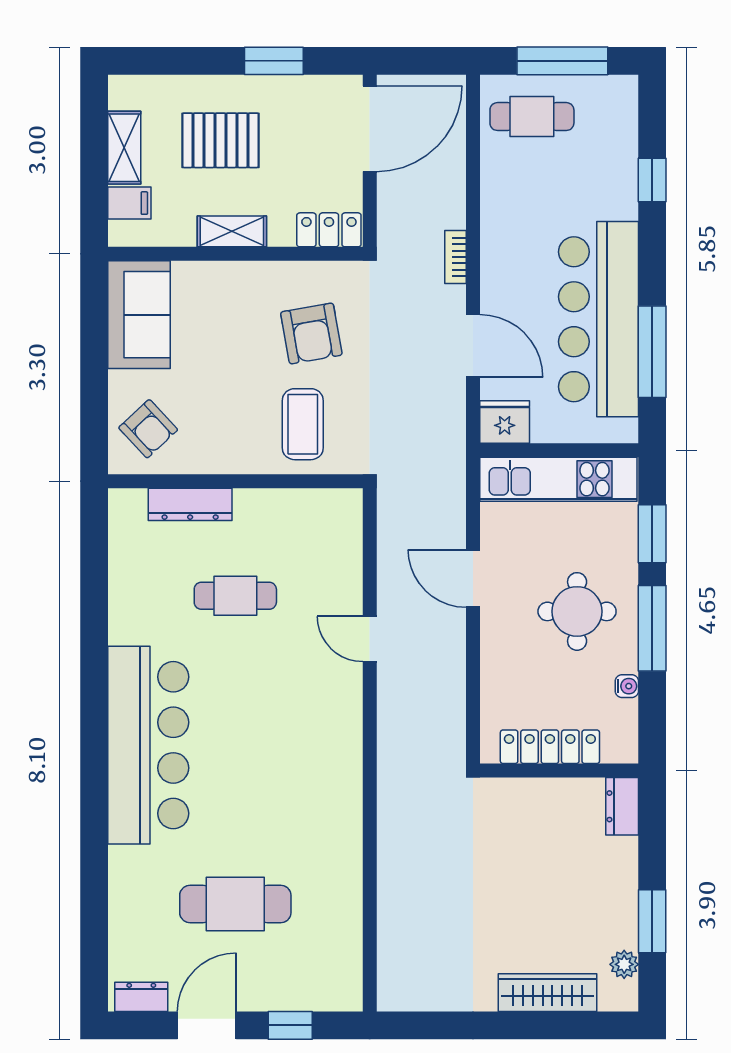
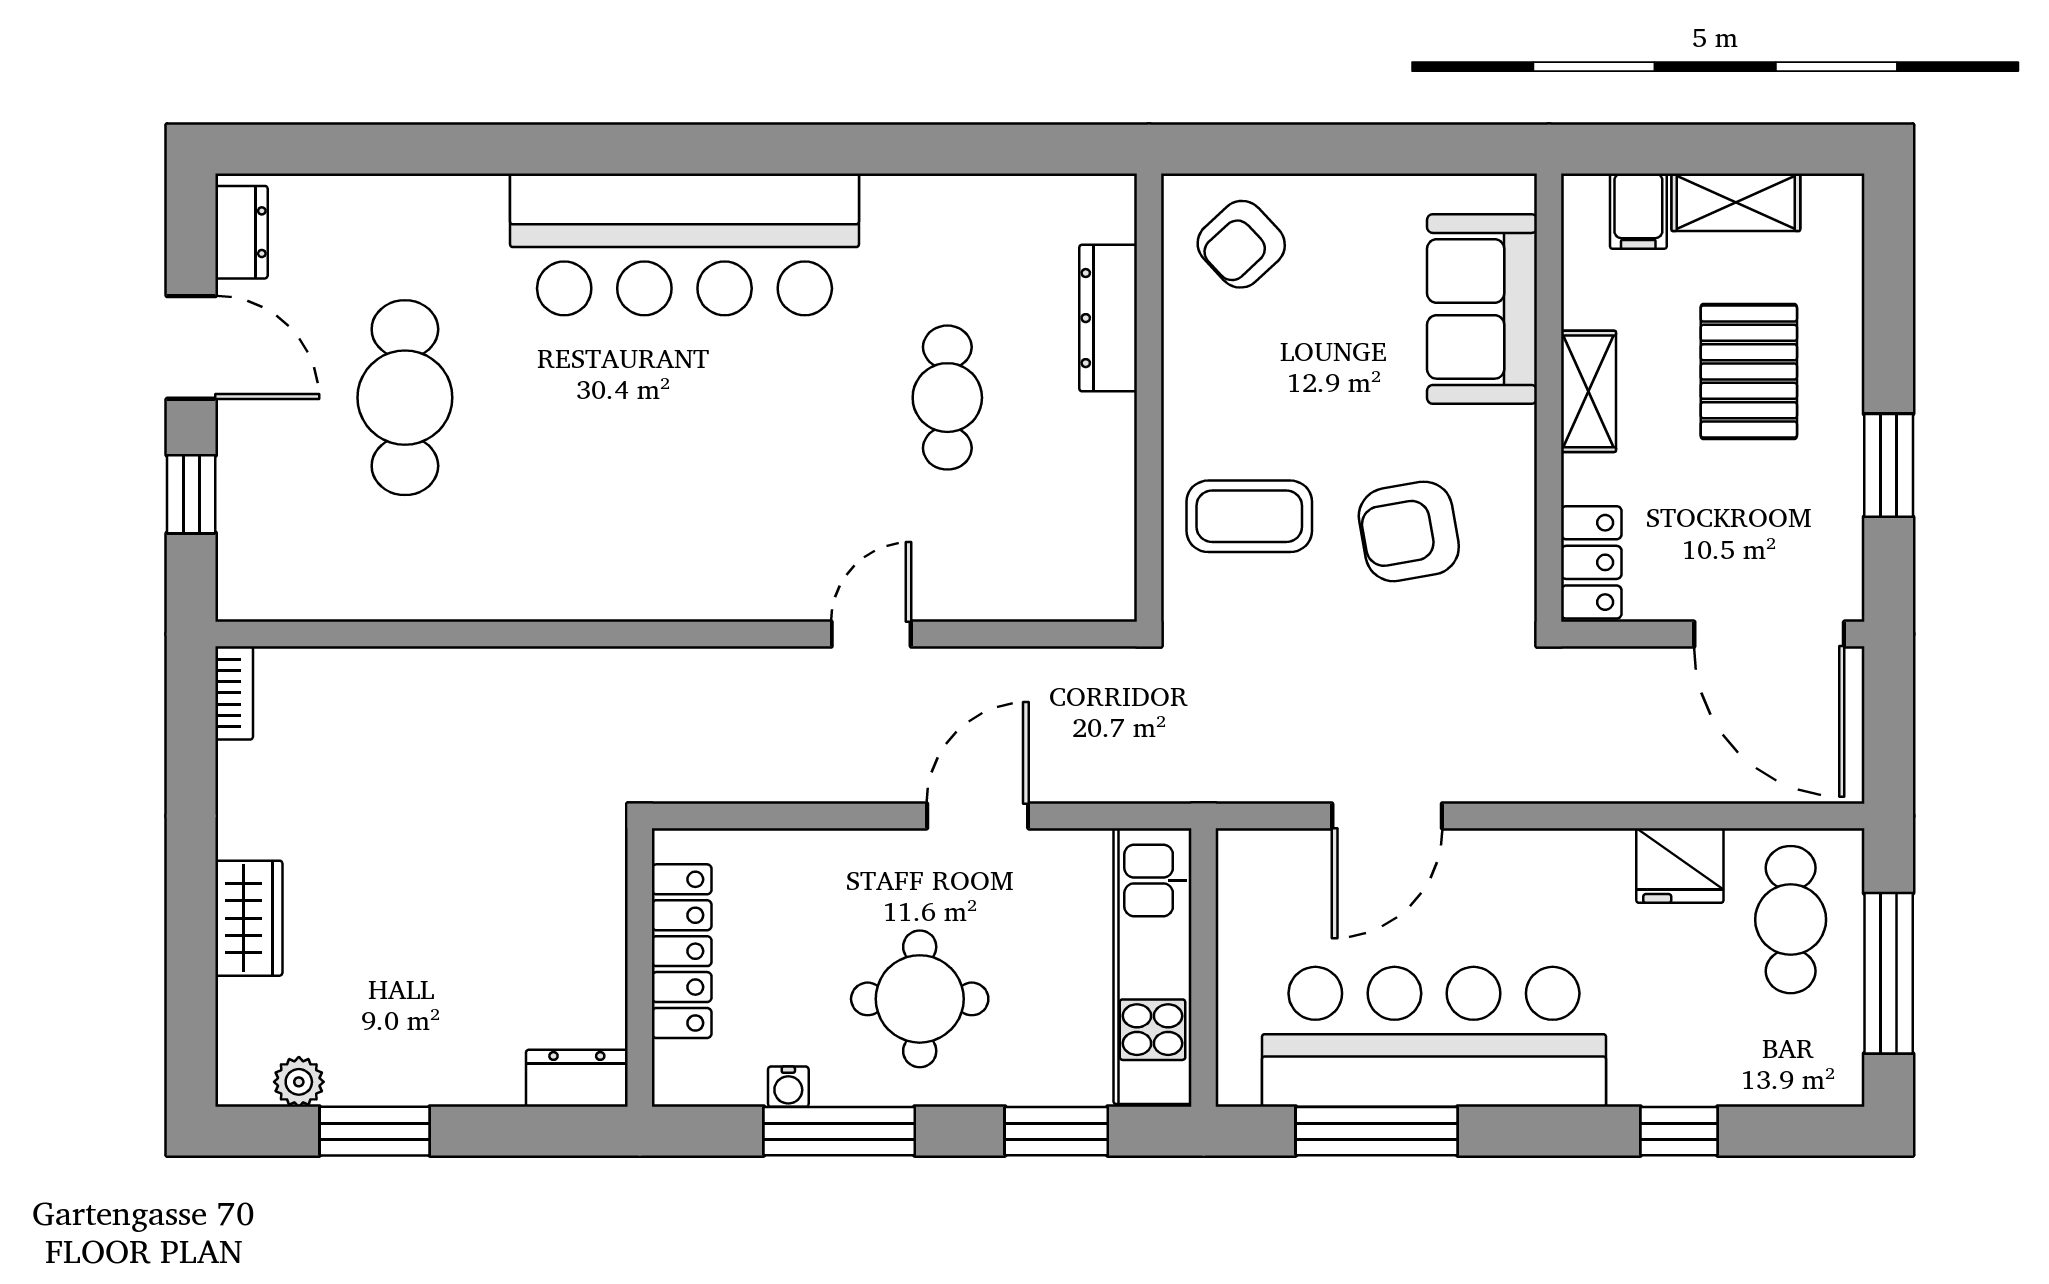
bookcase: (456, 257) -> (234, 693), moved, turned 90
sofa: (139, 315) -> (1482, 309), moved, turned 90
fridge: (505, 422) -> (1680, 865), moved, turned 90
window: (652, 628) -> (839, 1131), moved
wardrobe: (548, 993) -> (249, 918), width x0.67

